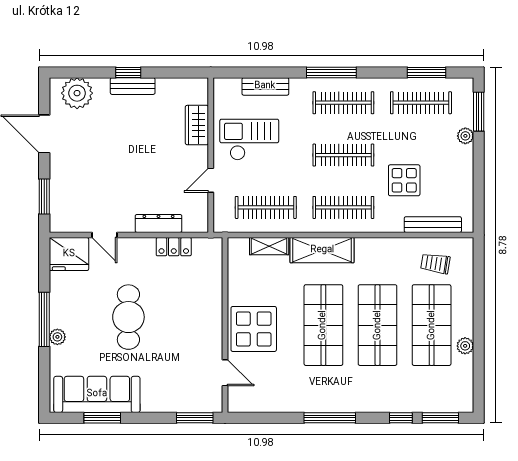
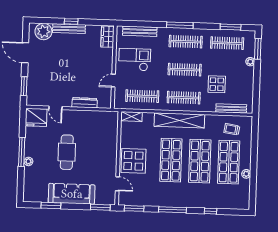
bench: (133, 86) -> (69, 29), width x1.36
bench: (265, 86) -> (140, 31), width x1.36
wardrobe: (197, 125) -> (107, 37), moved
shelving: (269, 246) -> (132, 117), moved
locker: (174, 247) -> (92, 115), removed
shelving: (322, 250) -> (179, 120), width x1.47
sofa: (97, 394) -> (72, 194), moved
window: (440, 418) -> (134, 208), moved

